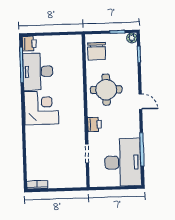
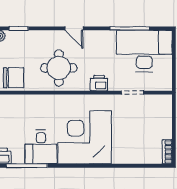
desk: (38, 72) -> (41, 147), width x0.73
door: (140, 102) -> (74, 28), swing flipped
corner desk: (41, 108) -> (85, 137), width x1.36, depth x1.36

